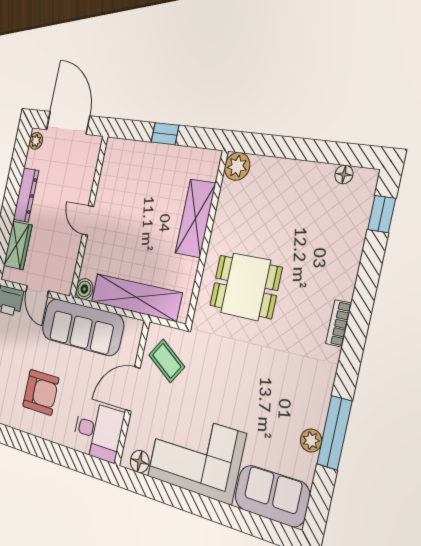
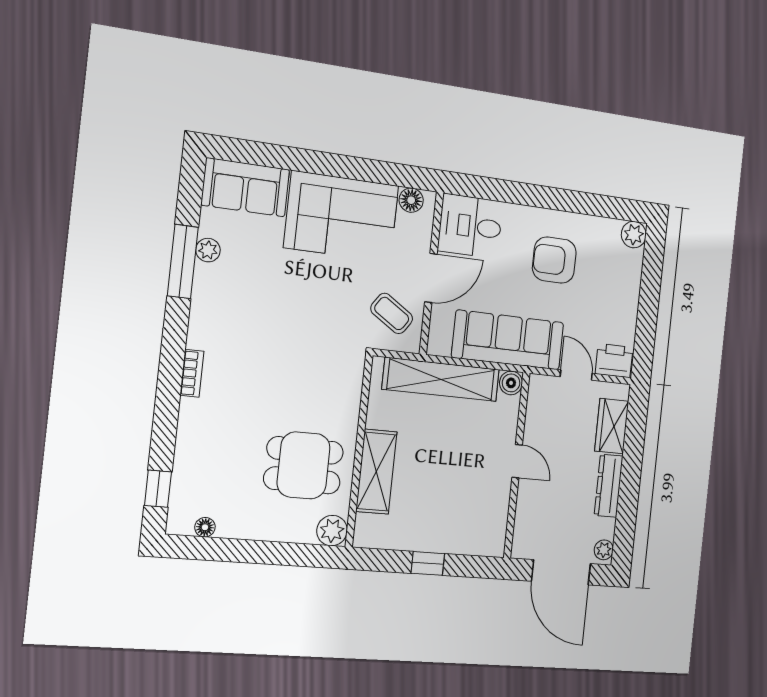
dining table: (246, 287) -> (304, 465), moved

